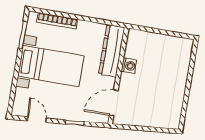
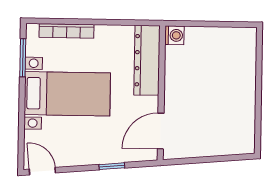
washing machine: (129, 66) -> (174, 35), moved
door: (37, 120) -> (42, 171), moved

